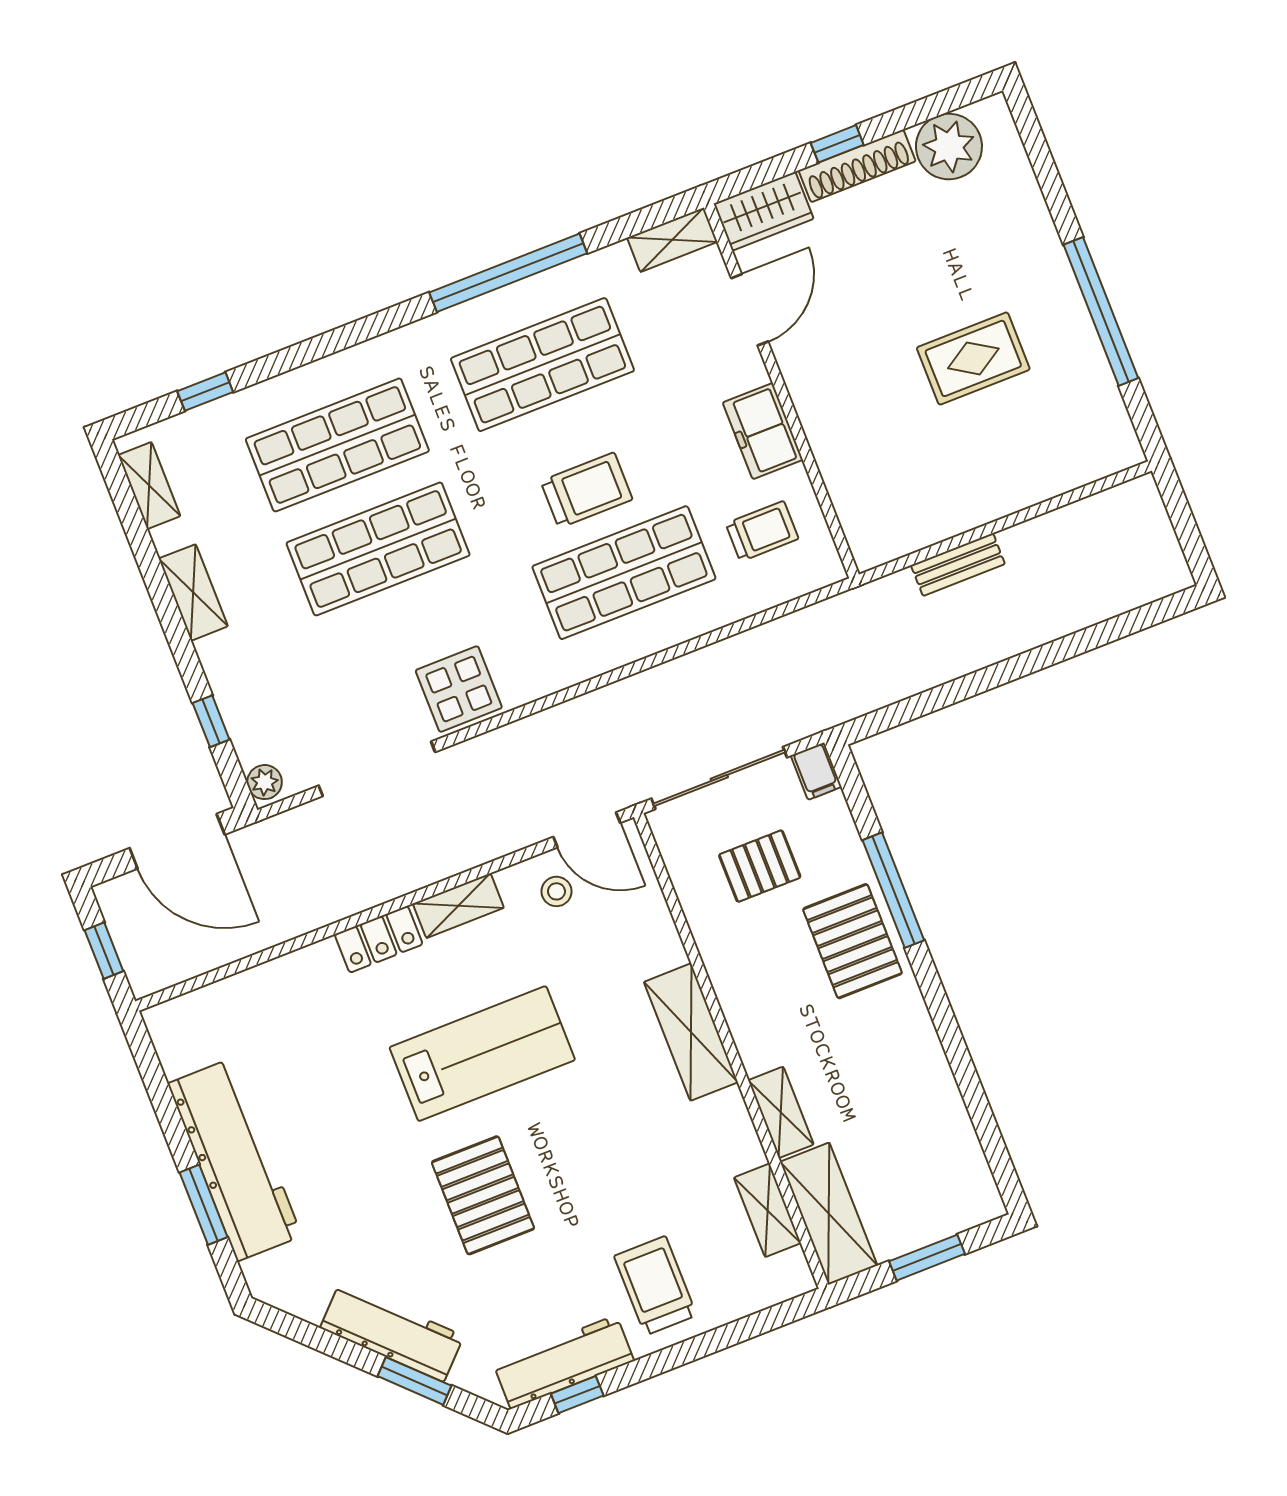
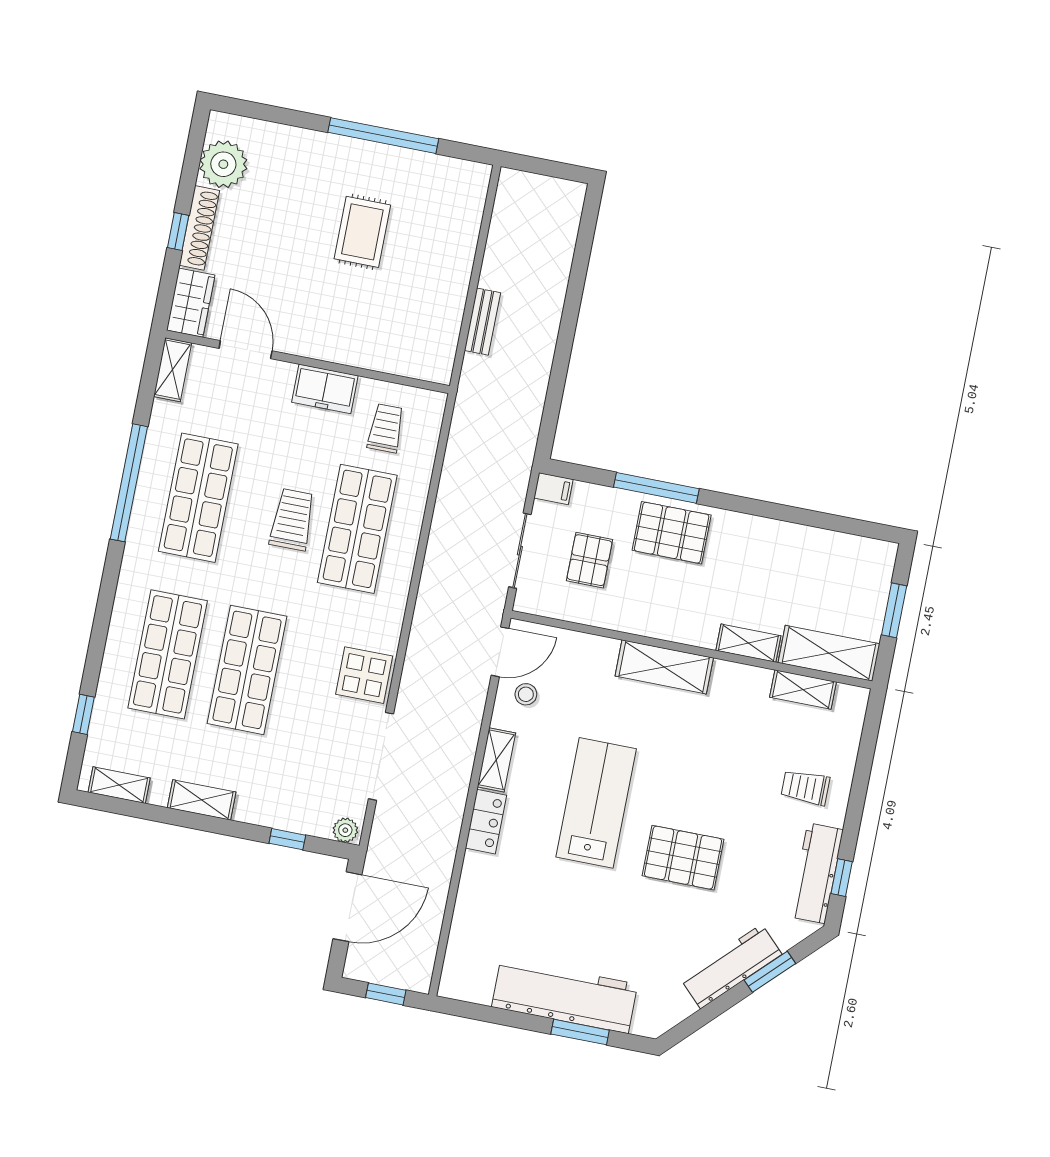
sliding door: (719, 778) -> (520, 551), width x0.73
trolley: (655, 1286) -> (805, 787), width x0.73, depth x0.72

